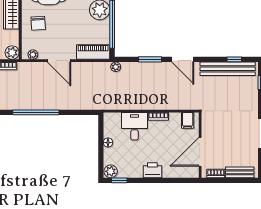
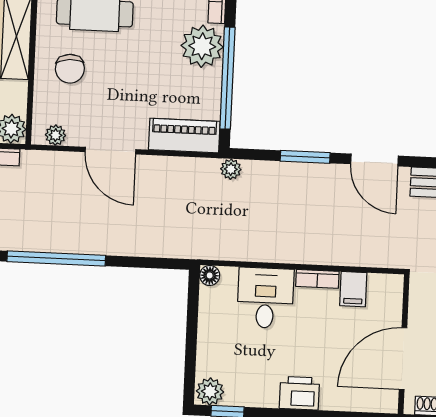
filing cabinet: (188, 120) -> (353, 289), moved
floor lamp: (108, 143) -> (210, 275), moved

